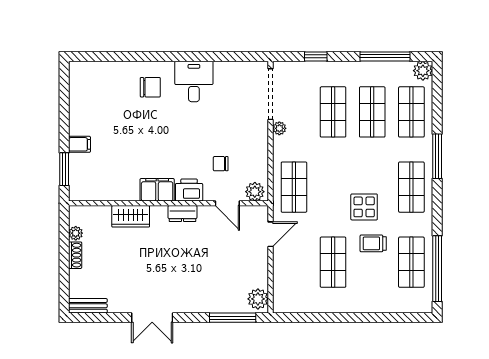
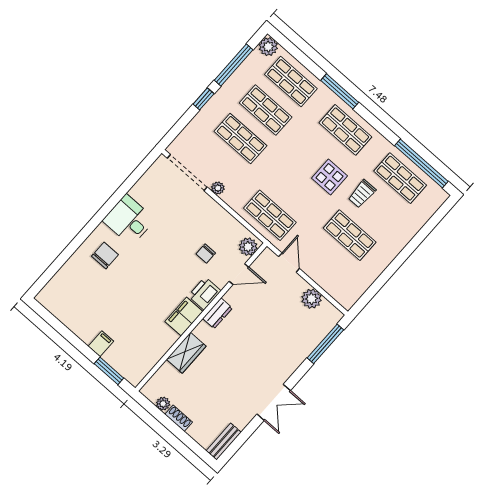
window: (316, 56) -> (204, 99), moved
plant: (258, 299) -> (311, 299), moved

